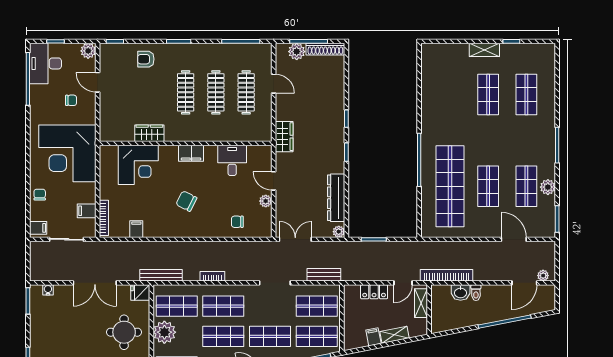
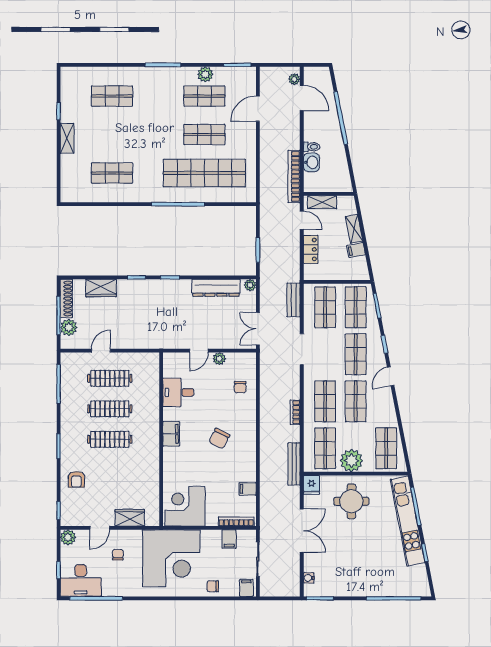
shop shelf: (488, 94) -> (112, 173), moved
wardrobe: (149, 133) -> (130, 518), moved, turned 90
wardrobe: (284, 137) -> (101, 288), moved, turned 180
corner desk: (138, 165) -> (185, 506), moved, turned -90

